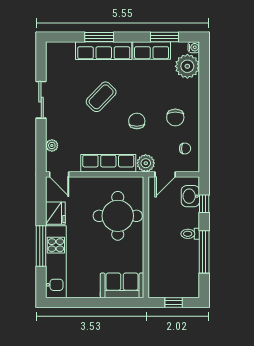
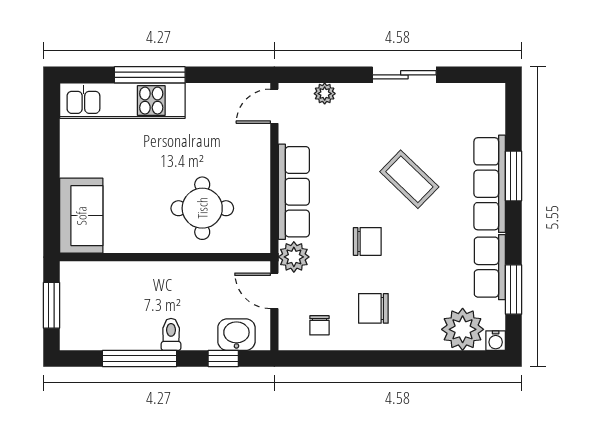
fridge: (55, 213) -> (207, 100), removed
round table: (118, 216) -> (202, 208), width x0.73, depth x0.73
window: (174, 302) -> (52, 305), width x1.50

